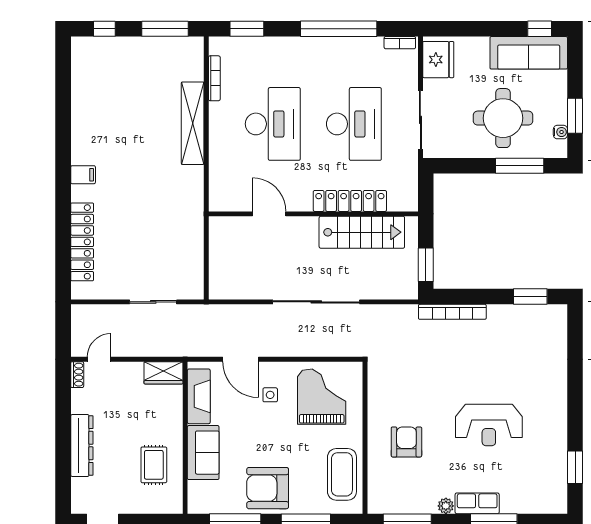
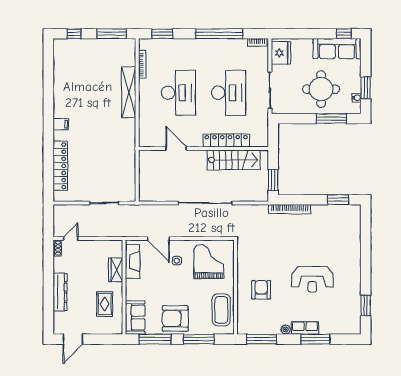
wardrobe: (163, 373) -> (116, 270), moved, turned 90
sofa: (203, 453) -> (135, 318), moved

